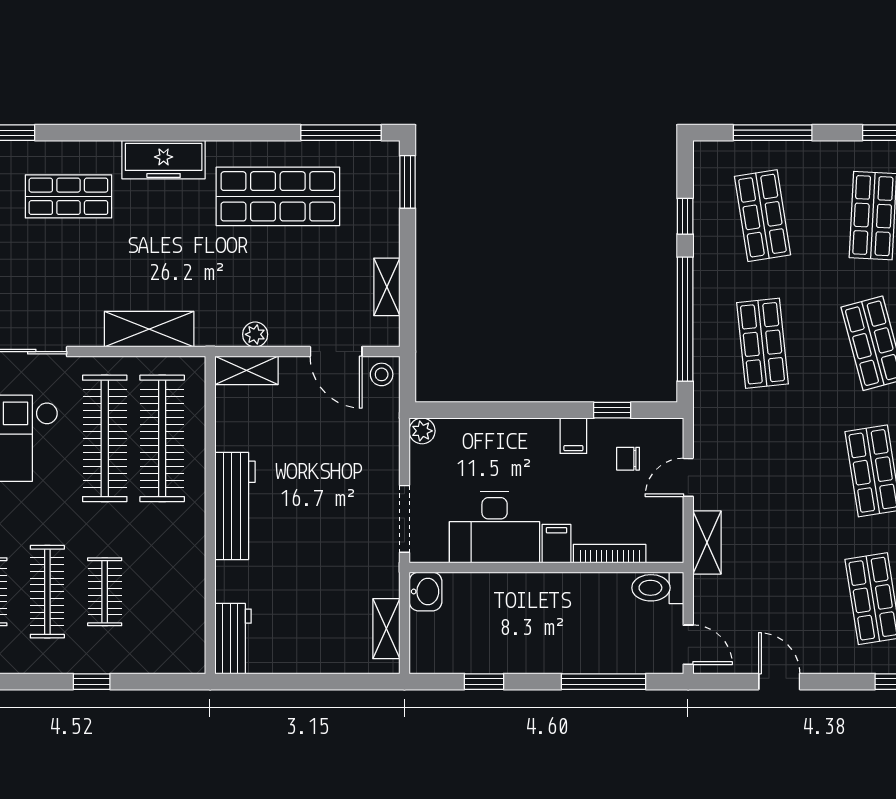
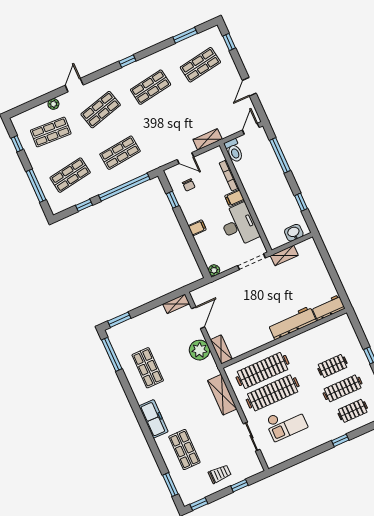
shop shelf: (278, 196) -> (148, 368), width x0.70, depth x0.74
shelving: (387, 287) -> (176, 304), moved
plant: (255, 334) -> (199, 350), width x1.88, depth x1.88
stool: (382, 374) -> (199, 296), removed
filing cabinet: (573, 436) -> (197, 228), moved
workbench: (235, 506) -> (292, 323), moved
washbasin: (426, 592) -> (294, 233), moved
shelving: (386, 629) -> (284, 255), moved

